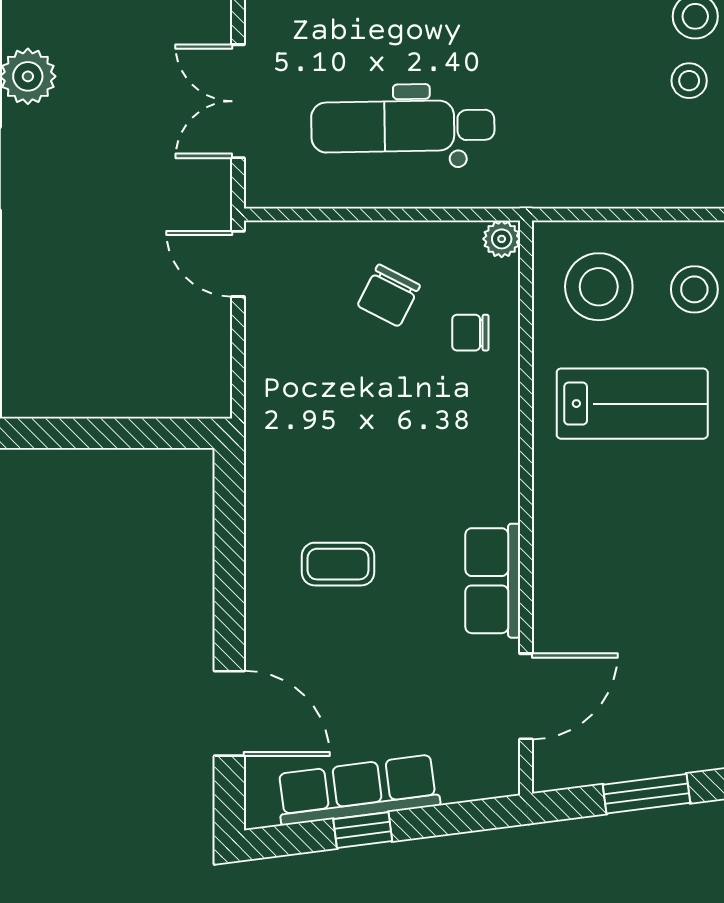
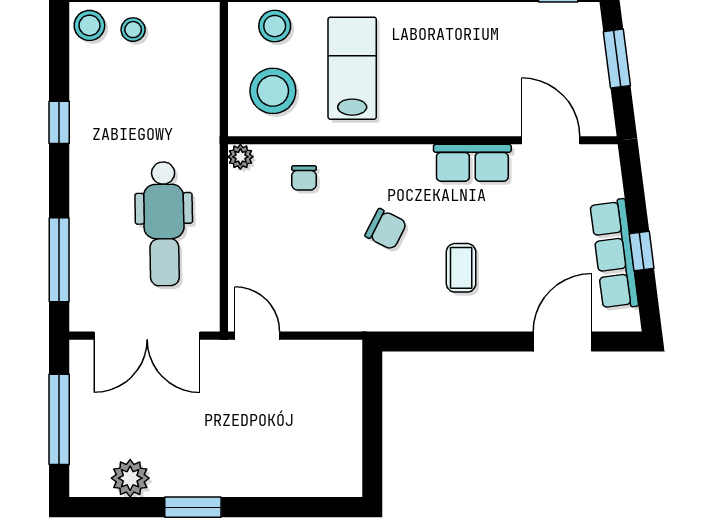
double door: (238, 101) -> (147, 336), width x1.37
door: (238, 264) -> (257, 336), swing flipped
chair: (389, 296) -> (386, 229), moved

